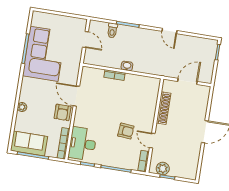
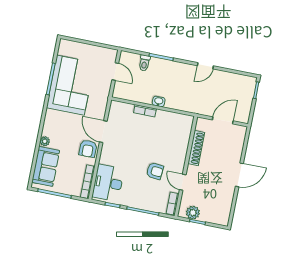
door: (169, 31) -> (205, 66), hinge flipped
sofa: (29, 143) -> (46, 166), moved, turned 90

